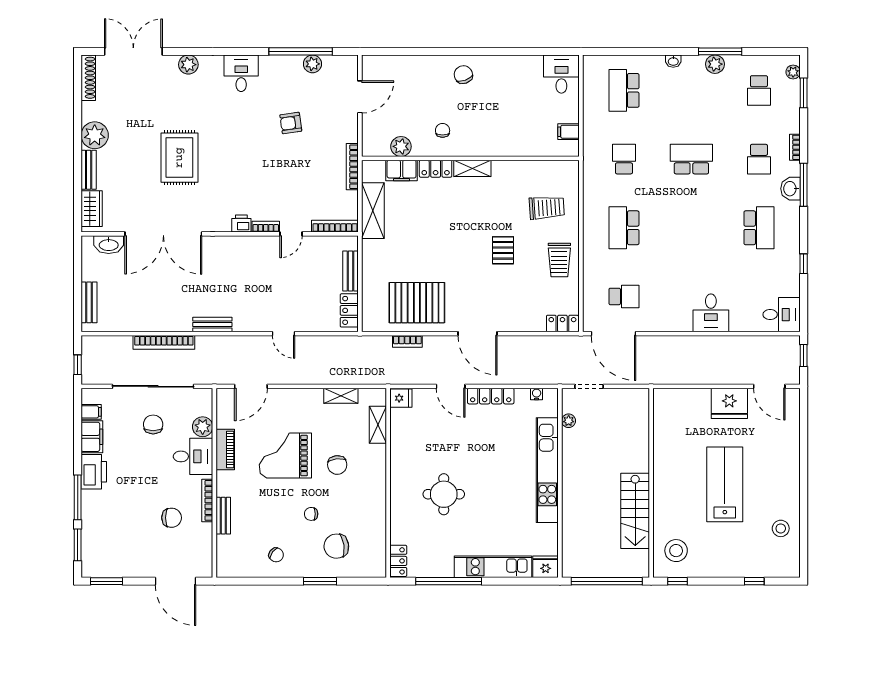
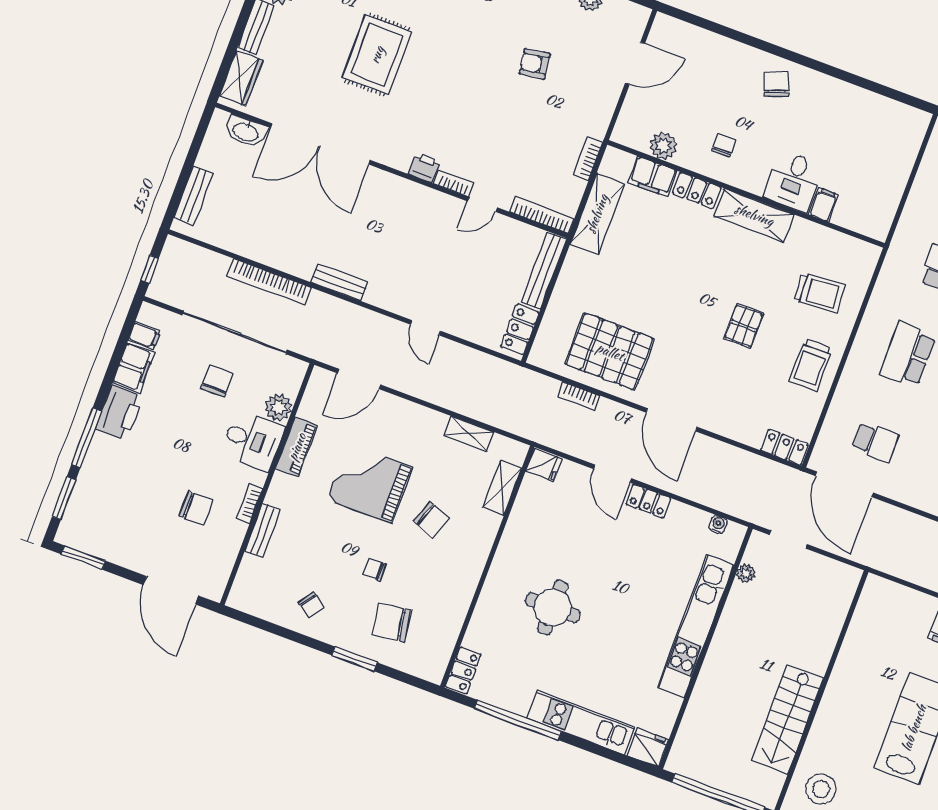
desk: (561, 74) -> (793, 181), moved, turned 180
filing cabinet: (569, 132) -> (824, 205), moved, turned 90
bookcase: (352, 167) -> (588, 159), width x0.64
shelving: (472, 168) -> (754, 215), width x1.50, depth x1.33
bench: (351, 271) -> (544, 271), width x1.36
locker: (491, 396) -> (648, 501), width x0.66
chair: (337, 465) -> (431, 520), turned -64
bookcase: (207, 500) -> (250, 503), width x0.64

